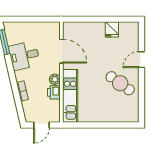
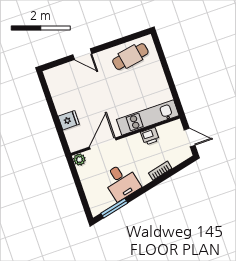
fridge: (112, 29) -> (69, 120), moved
plant: (55, 79) -> (79, 160), moved
cafe table: (120, 83) -> (130, 57), moved, turned 44

